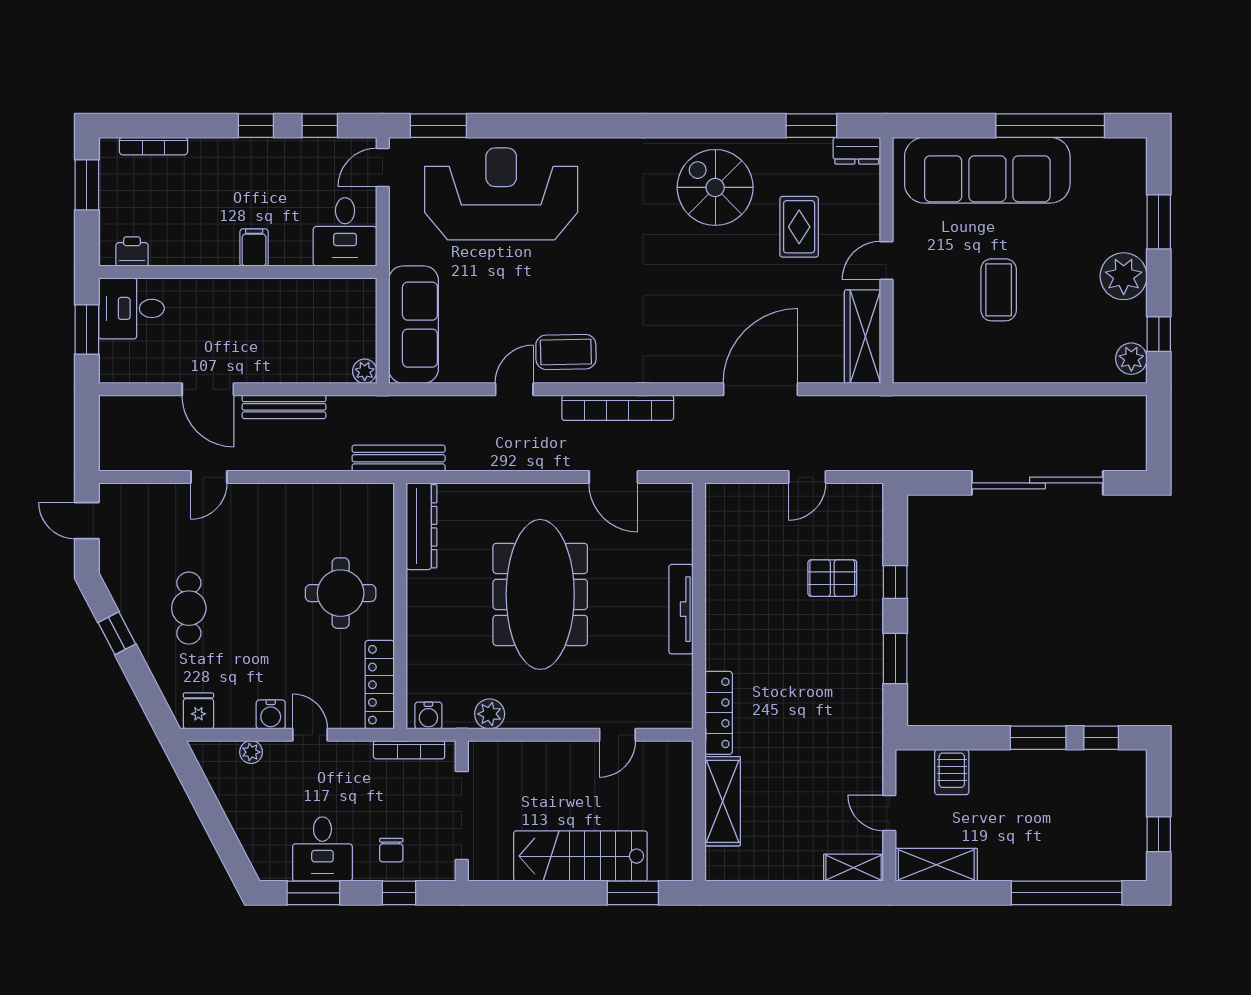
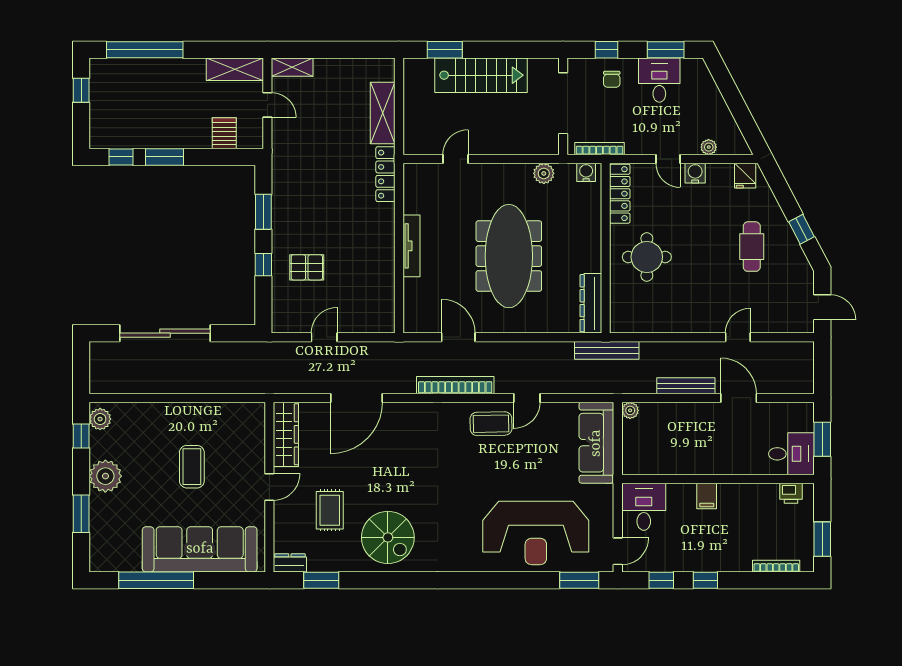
chair: (391, 850) -> (612, 79), turned 180

